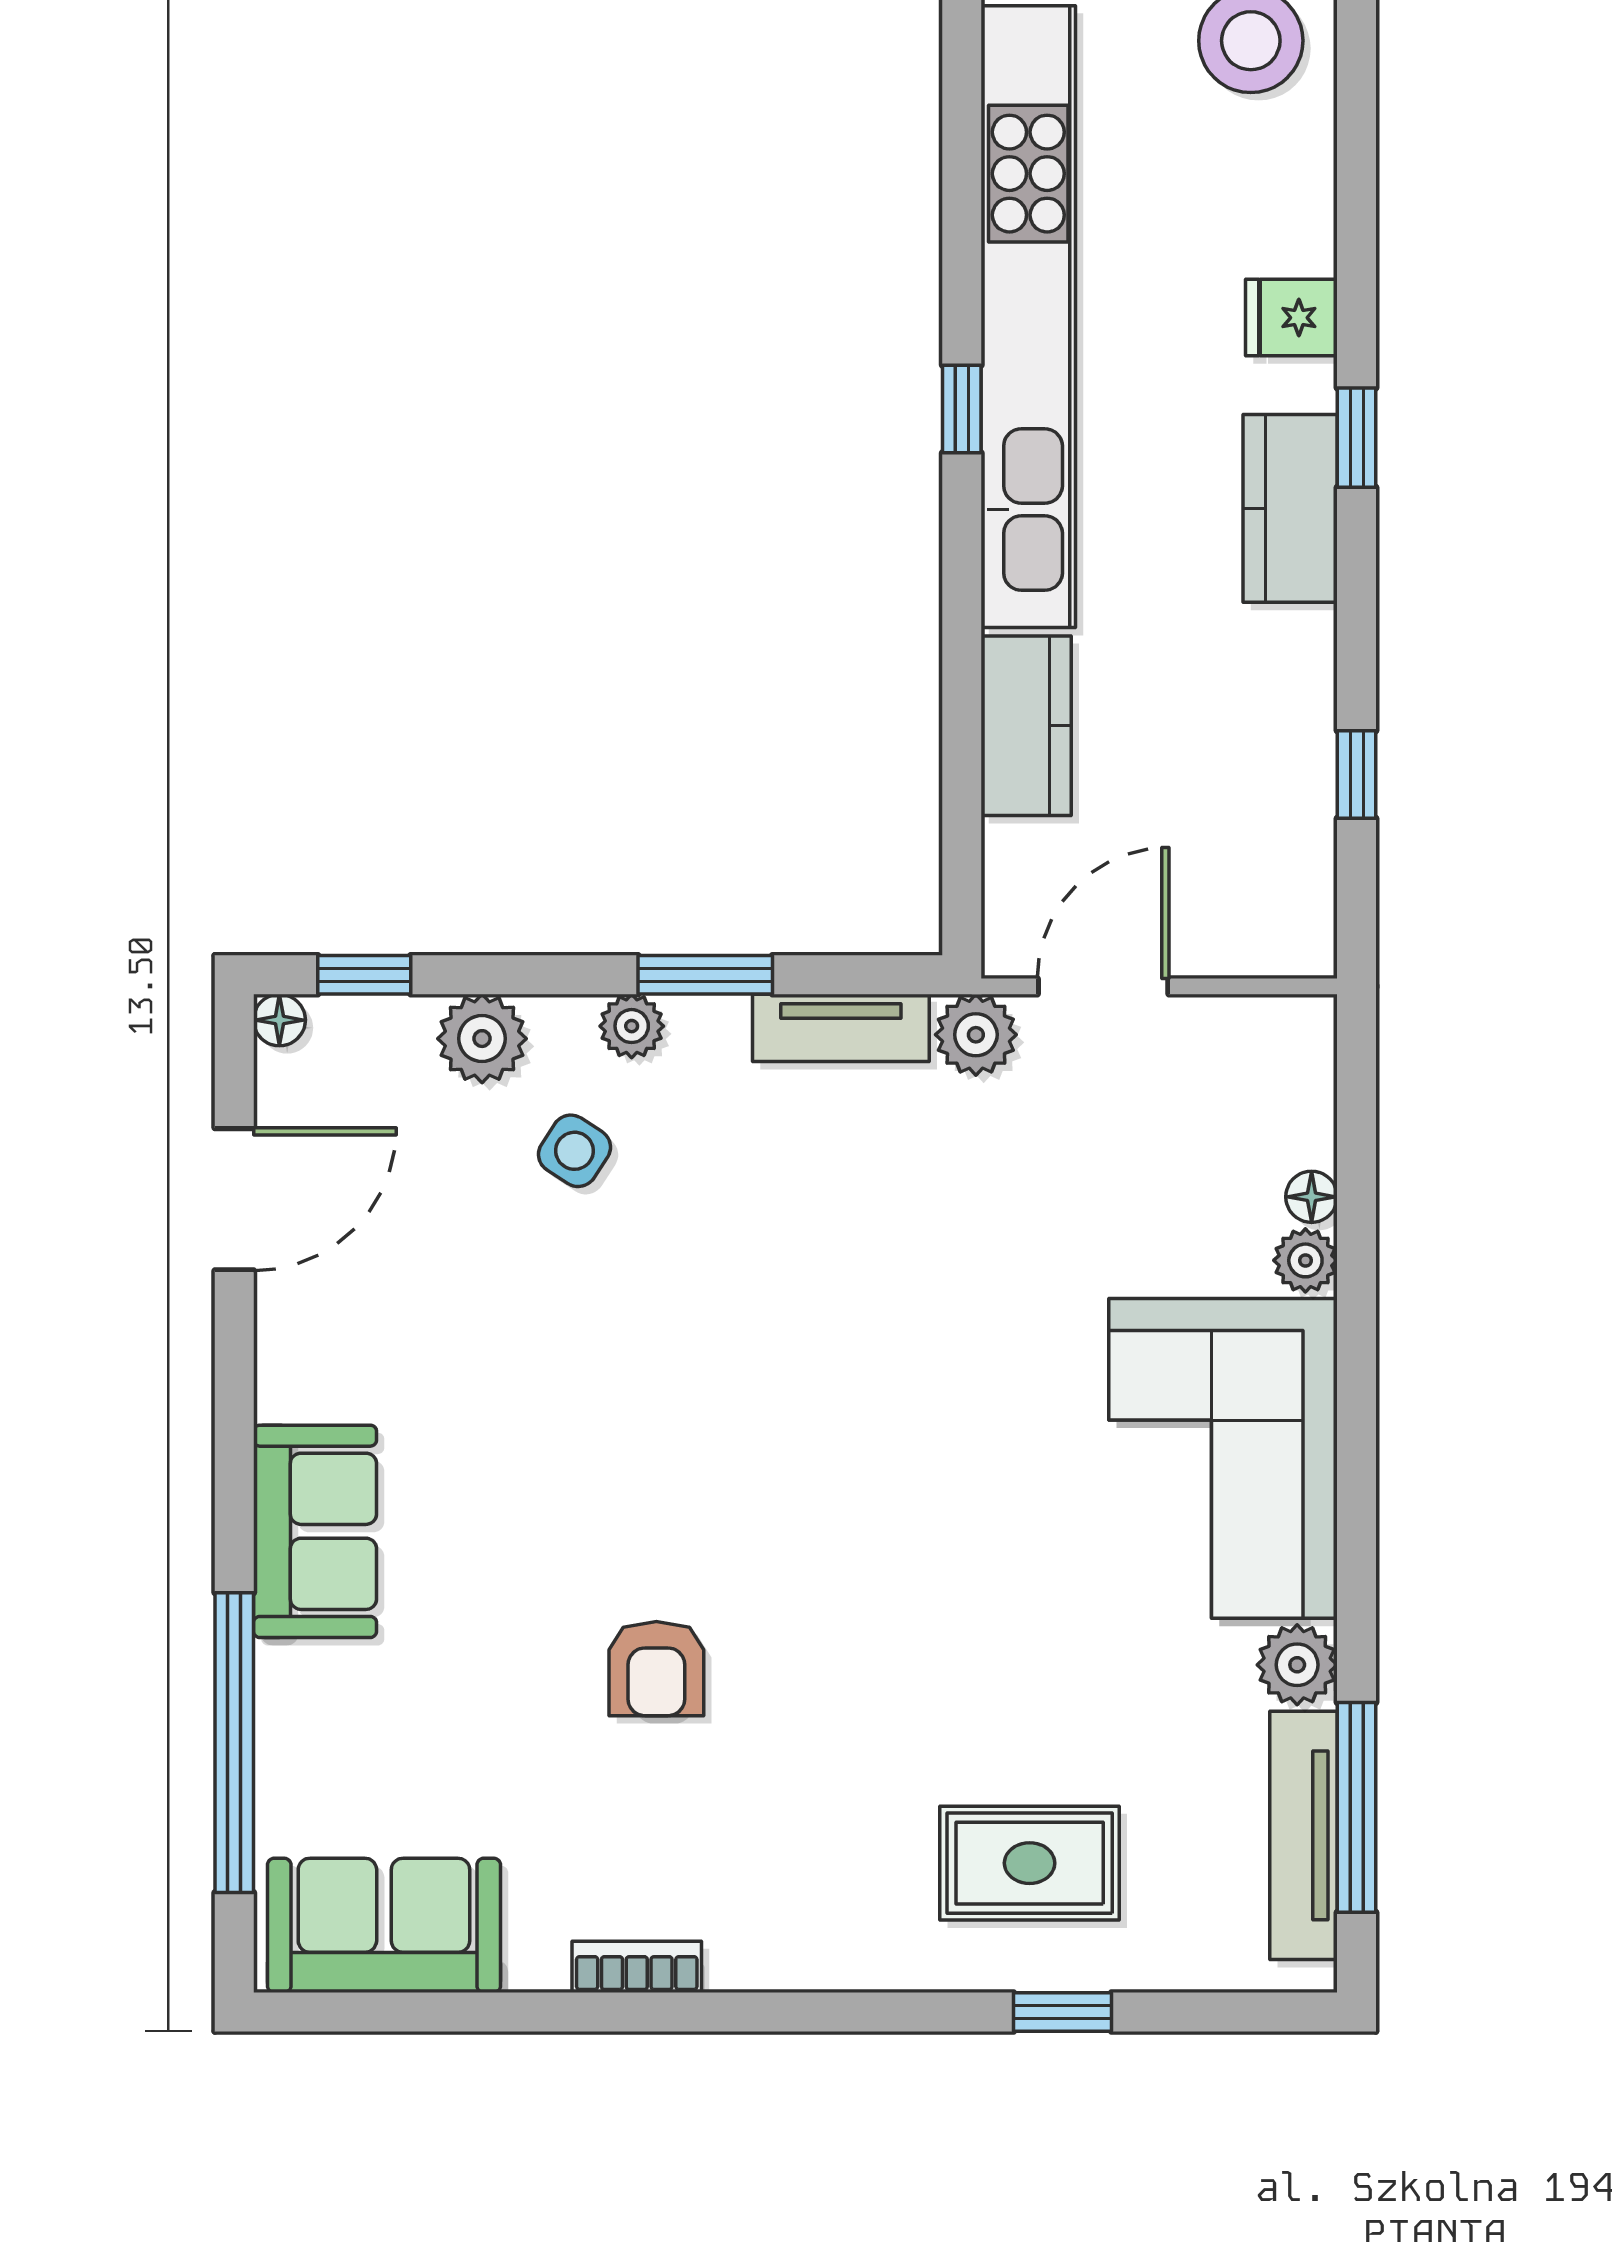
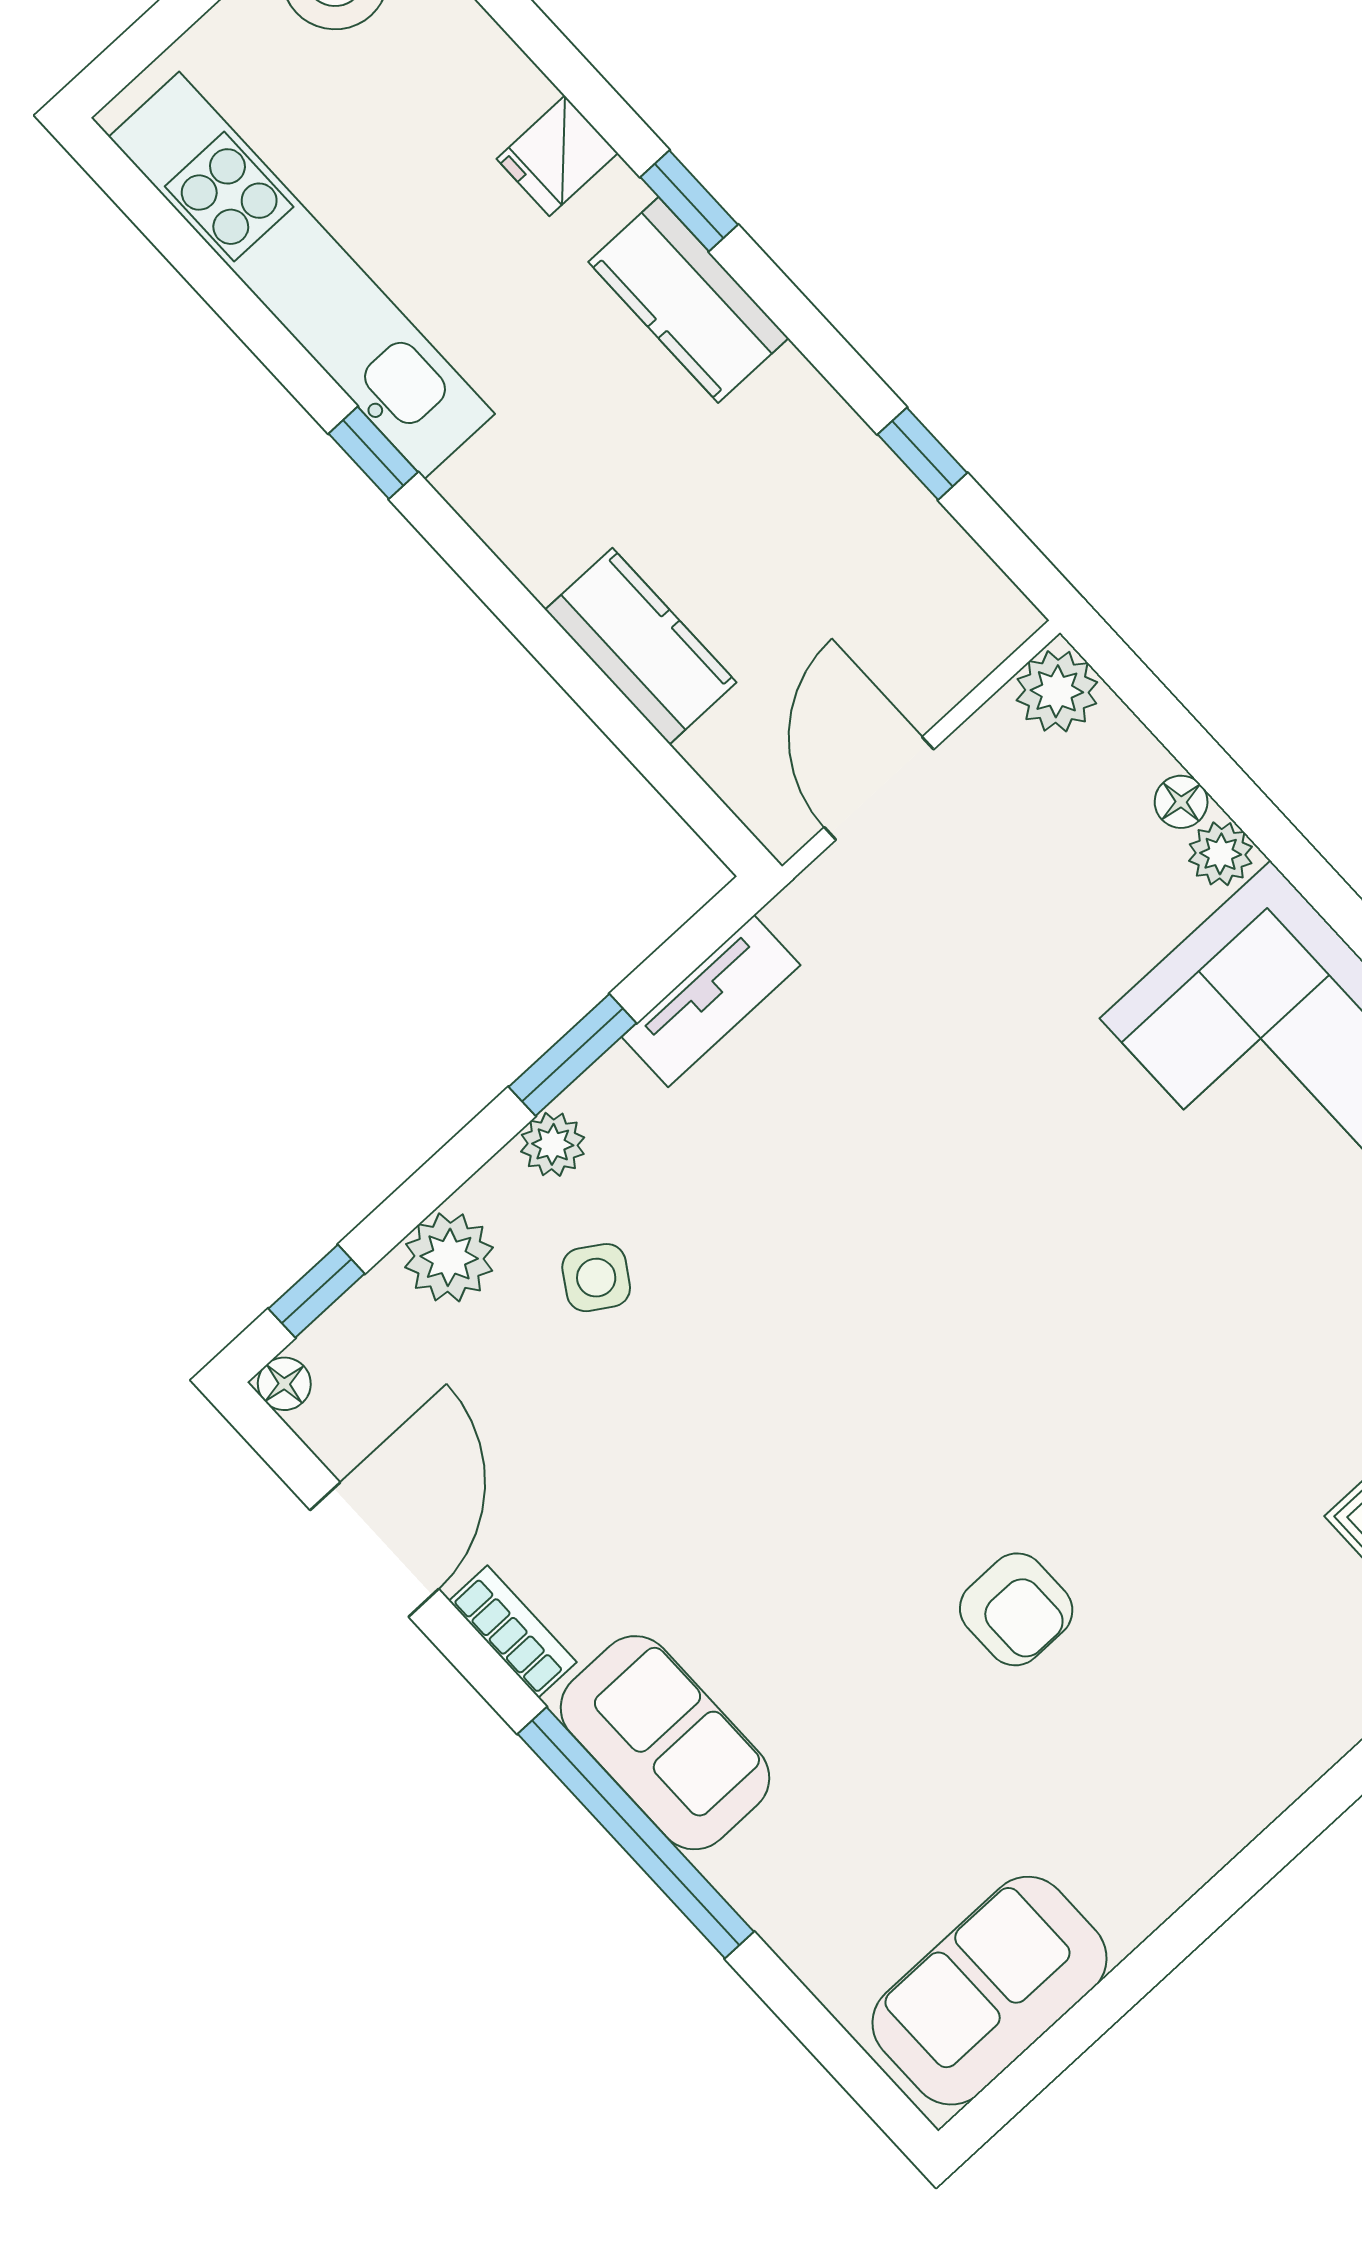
kitchen unit: (1028, 317) -> (302, 275), width x0.73
plant: (976, 1035) -> (1057, 691), moved
window: (234, 1743) -> (636, 1833), moved
bookcase: (637, 1967) -> (513, 1631), moved, turned 90

